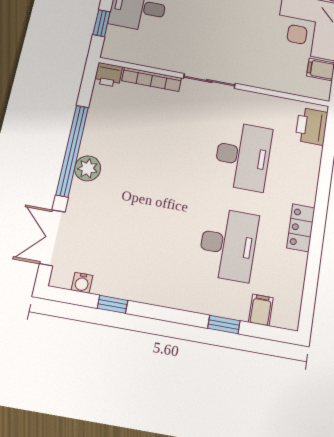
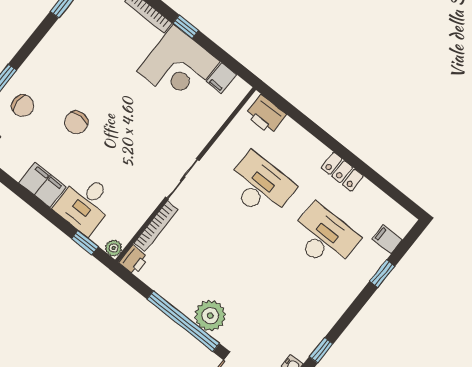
plant: (110, 51) -> (114, 248), added
plant: (88, 168) -> (210, 316), width x1.36, depth x1.36

